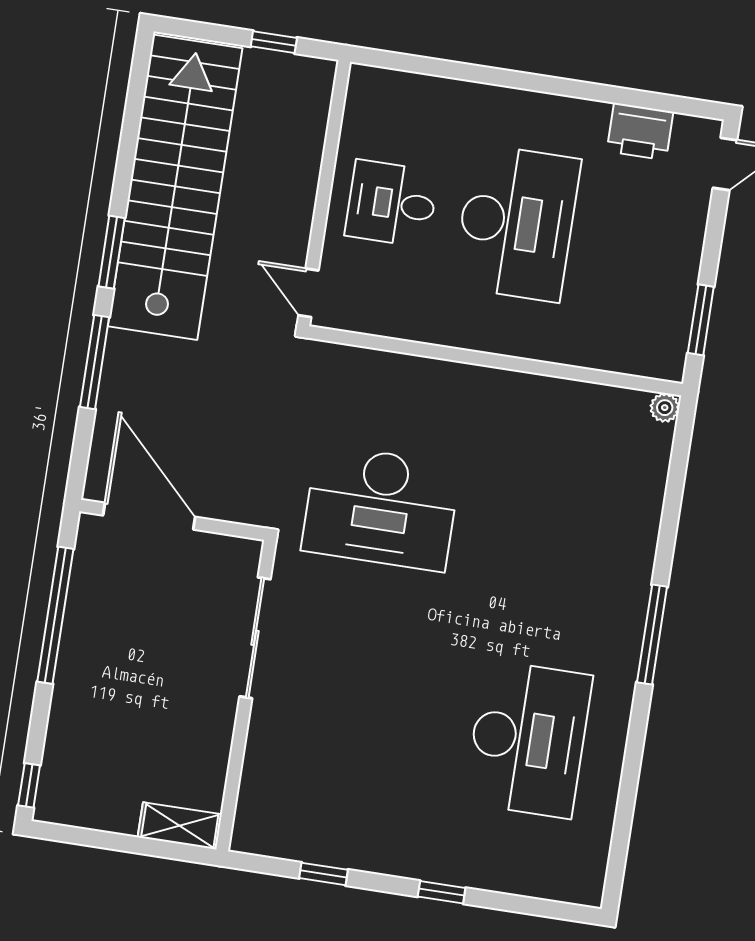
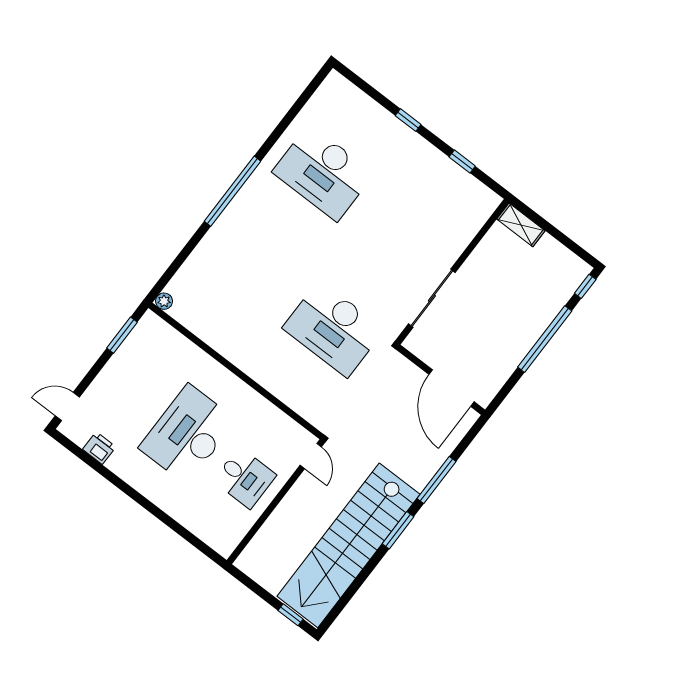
window: (274, 42) -> (291, 615), moved
printer: (640, 132) -> (99, 448), width x0.73, depth x0.81
desk: (381, 508) -> (333, 329), turned 180
window: (55, 615) -> (545, 339), moved
window: (652, 635) -> (232, 191), width x1.46
desk: (528, 739) -> (323, 173), turned -90

